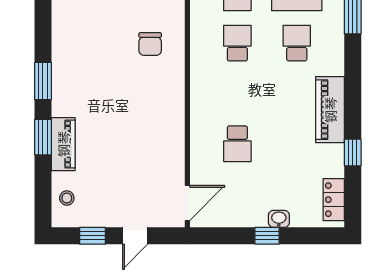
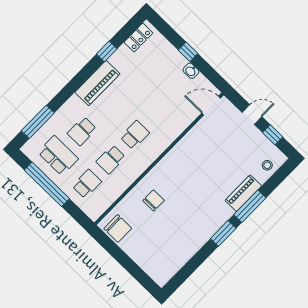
window: (43, 137) -> (250, 206), width x1.44
school desk: (237, 144) -> (135, 135), moved
washbasin: (279, 219) -> (191, 71), moved

